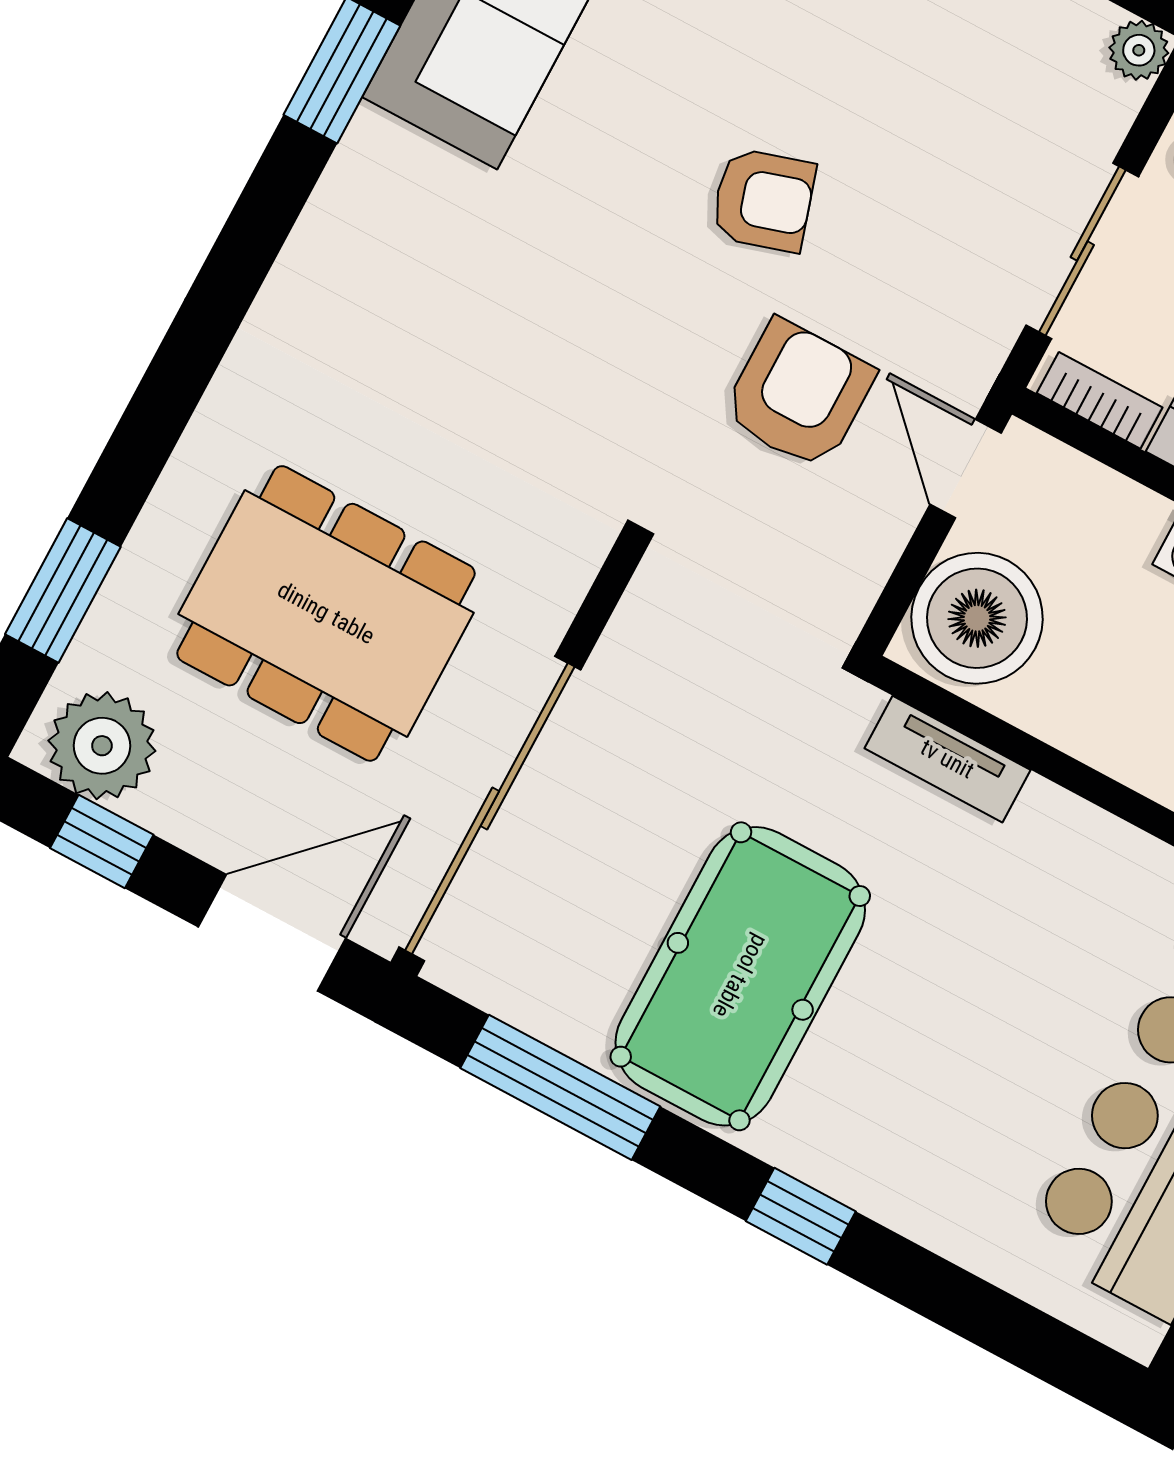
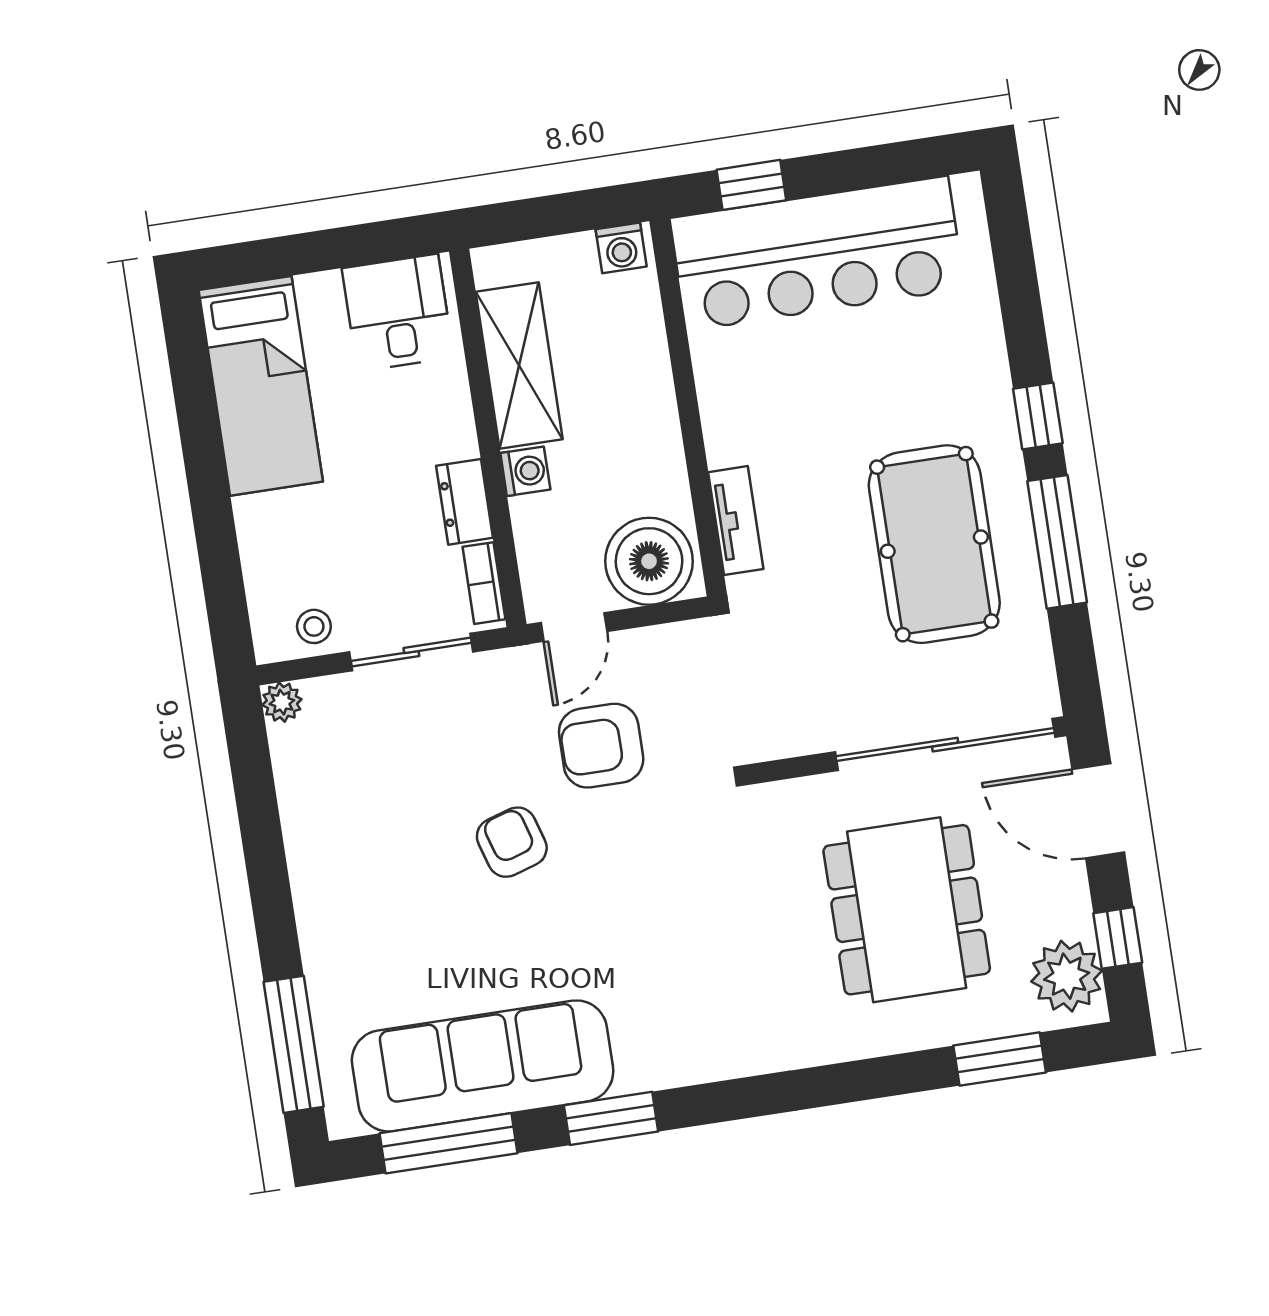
pool table: (740, 976) -> (934, 544), turned 90
window: (560, 1087) -> (1057, 542), moved

